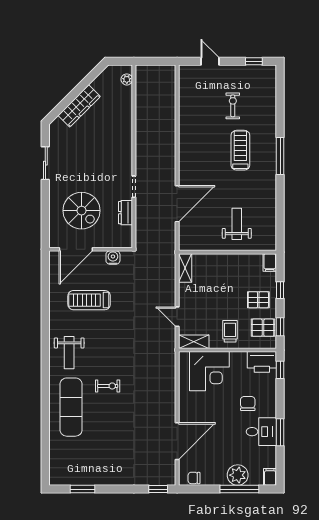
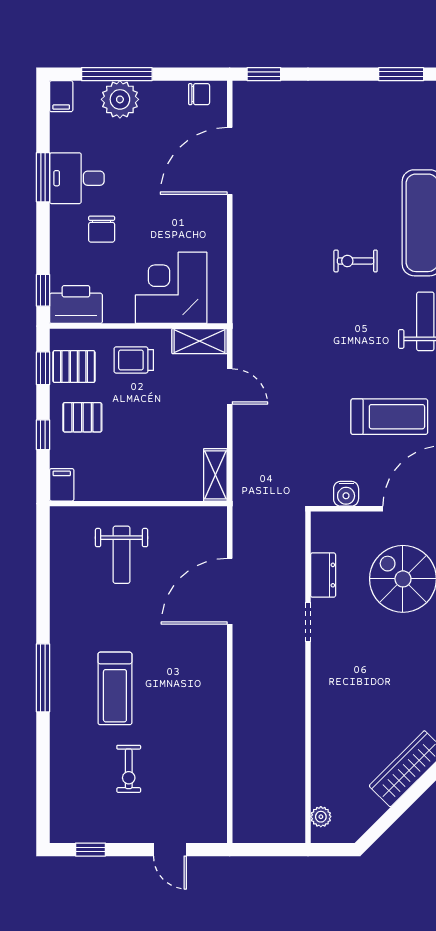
trolley: (230, 331) -> (134, 360), turned 90

